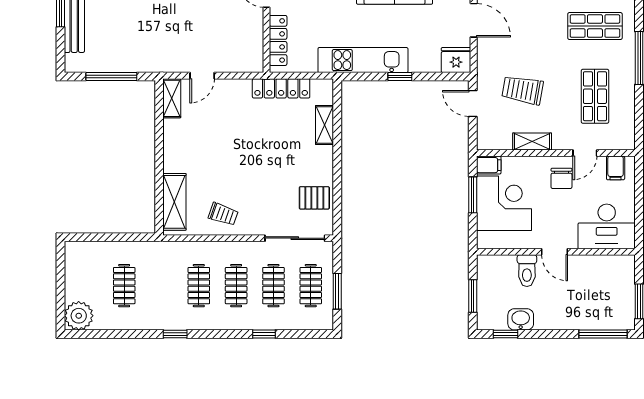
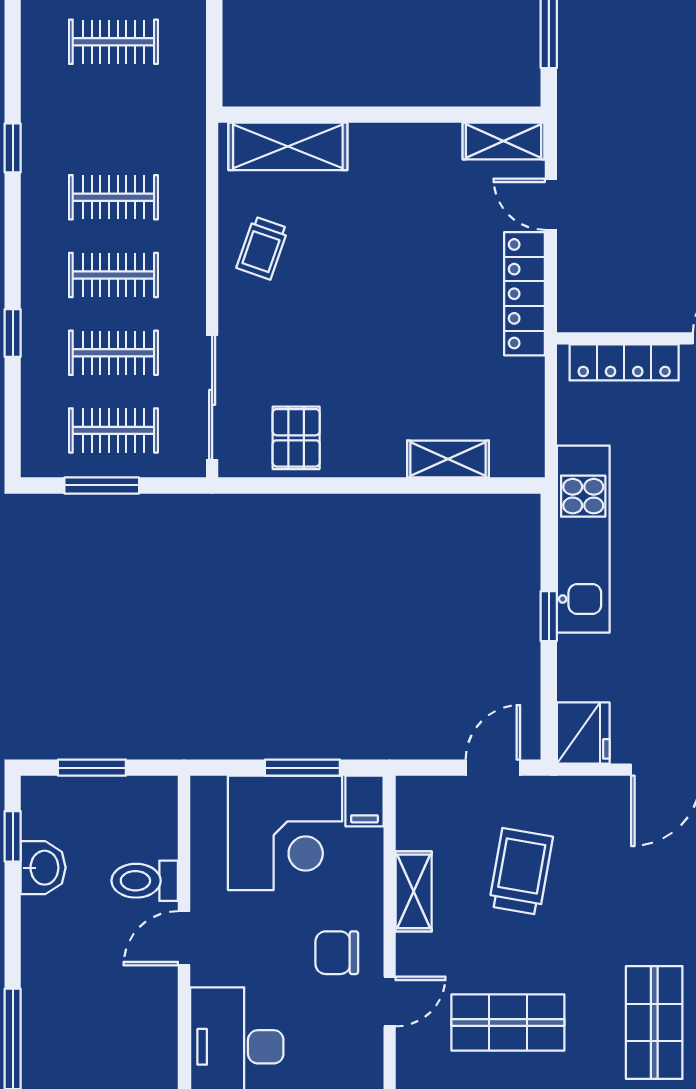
locker: (281, 88) -> (524, 294), moved
door: (585, 153) -> (390, 1001), swing flipped
filing cabinet: (616, 168) -> (359, 1065), removed

